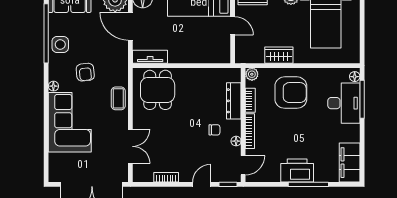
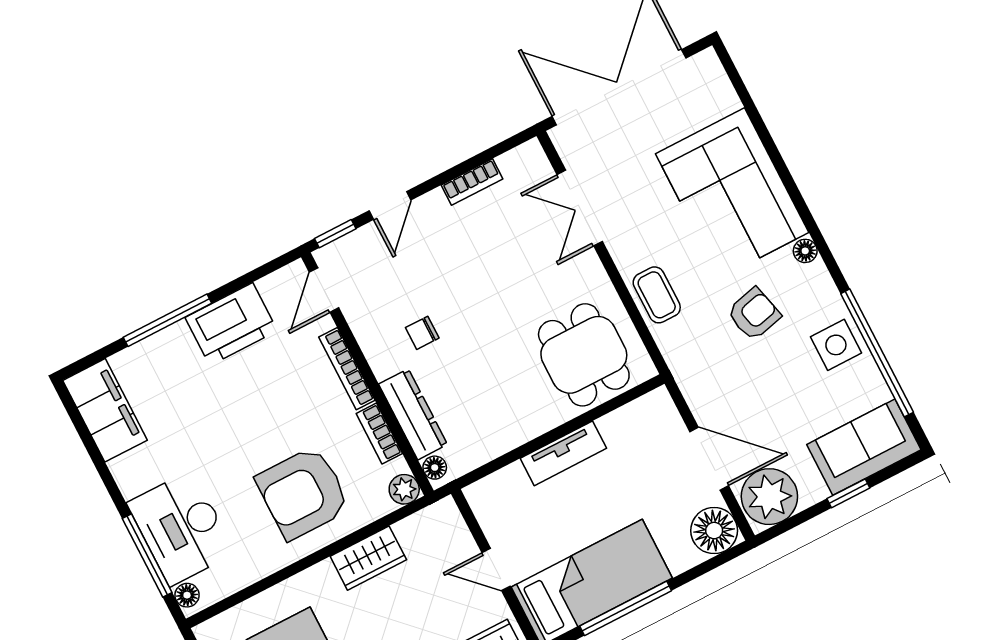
tv unit: (150, 57) -> (563, 453), moved
armchair: (85, 72) -> (754, 314), turned 82
floor lamp: (236, 141) -> (435, 468), moved
printer: (297, 170) -> (231, 324), moved

